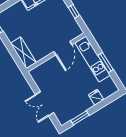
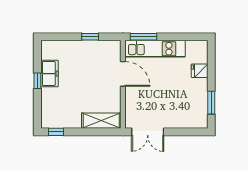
window: (105, 63) -> (144, 37), moved
double door: (44, 104) -> (148, 132), moved

